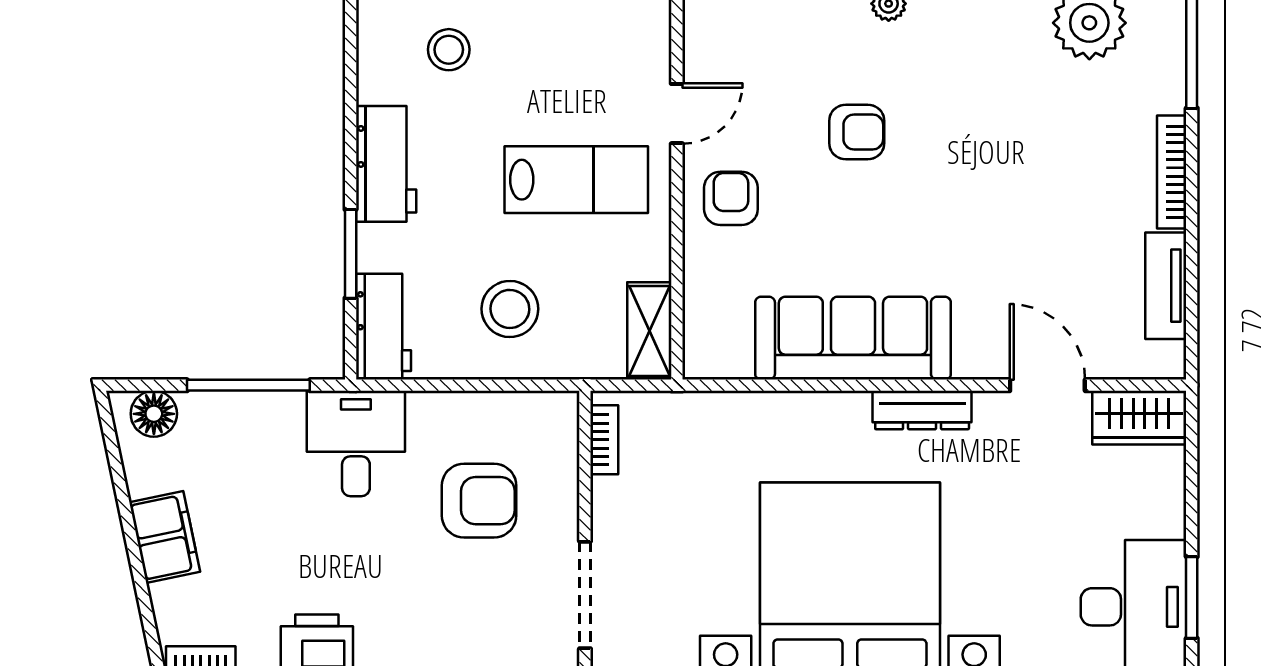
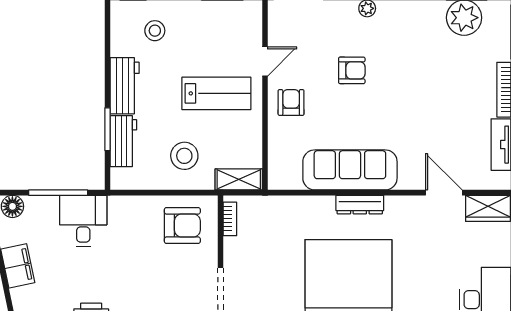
workbench: (383, 327) -> (123, 141), moved
shelving: (649, 331) -> (239, 179), moved, turned 90
dresser: (922, 410) -> (360, 205), moved
desk: (356, 444) -> (83, 221), moved
armchair: (479, 501) -> (182, 225), moved

